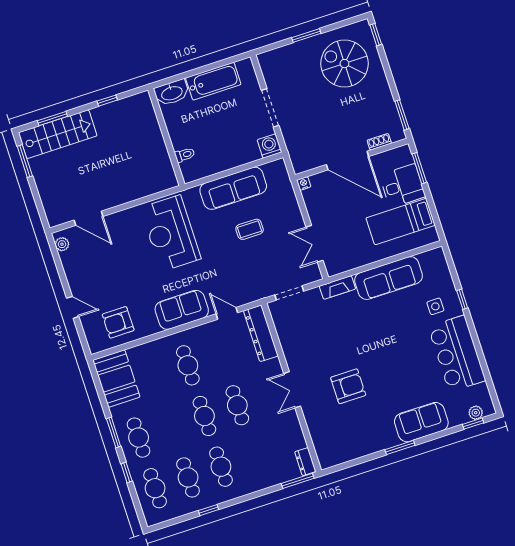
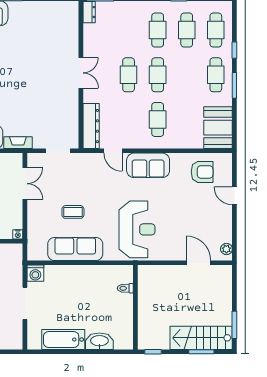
wall: (166, 137) -> (135, 307), moved
toilet: (185, 155) -> (125, 288), moved
armchair: (348, 386) -> (35, 61), removed

